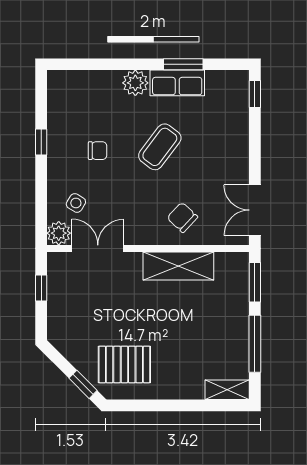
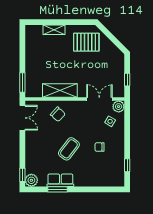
plant: (135, 83) -> (31, 180), moved
window: (41, 142) -> (127, 165), moved
double door: (98, 248) -> (99, 99), swing flipped
window: (255, 344) -> (22, 52), removed
window: (83, 384) -> (107, 32), removed
shelving: (227, 390) -> (54, 30), moved

